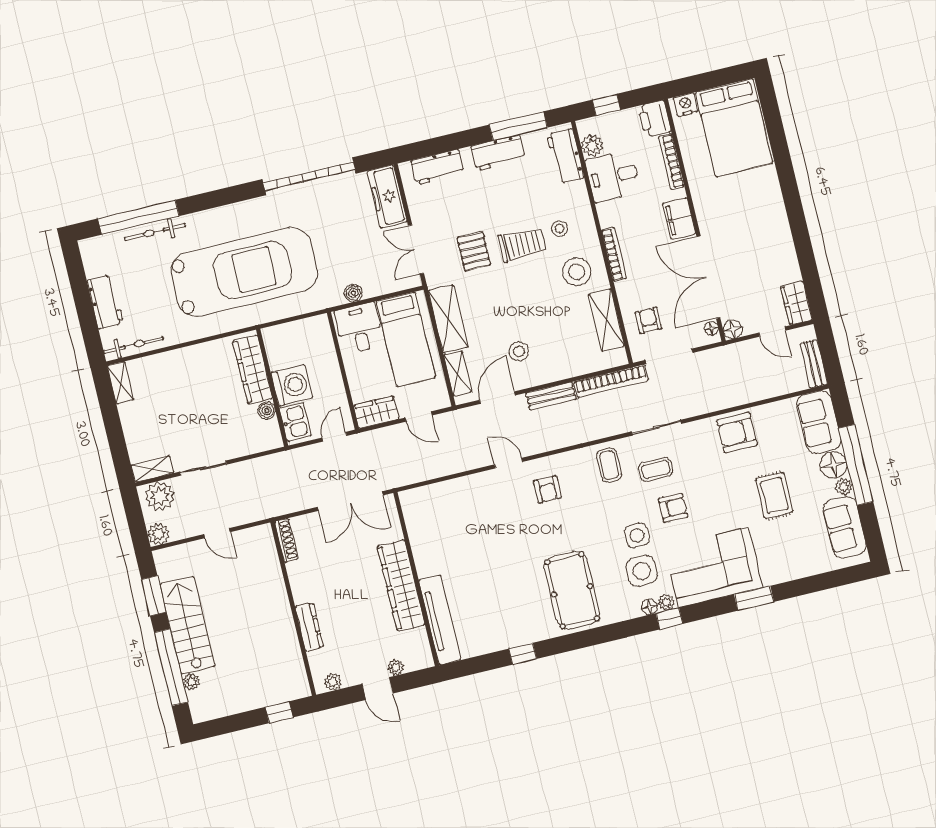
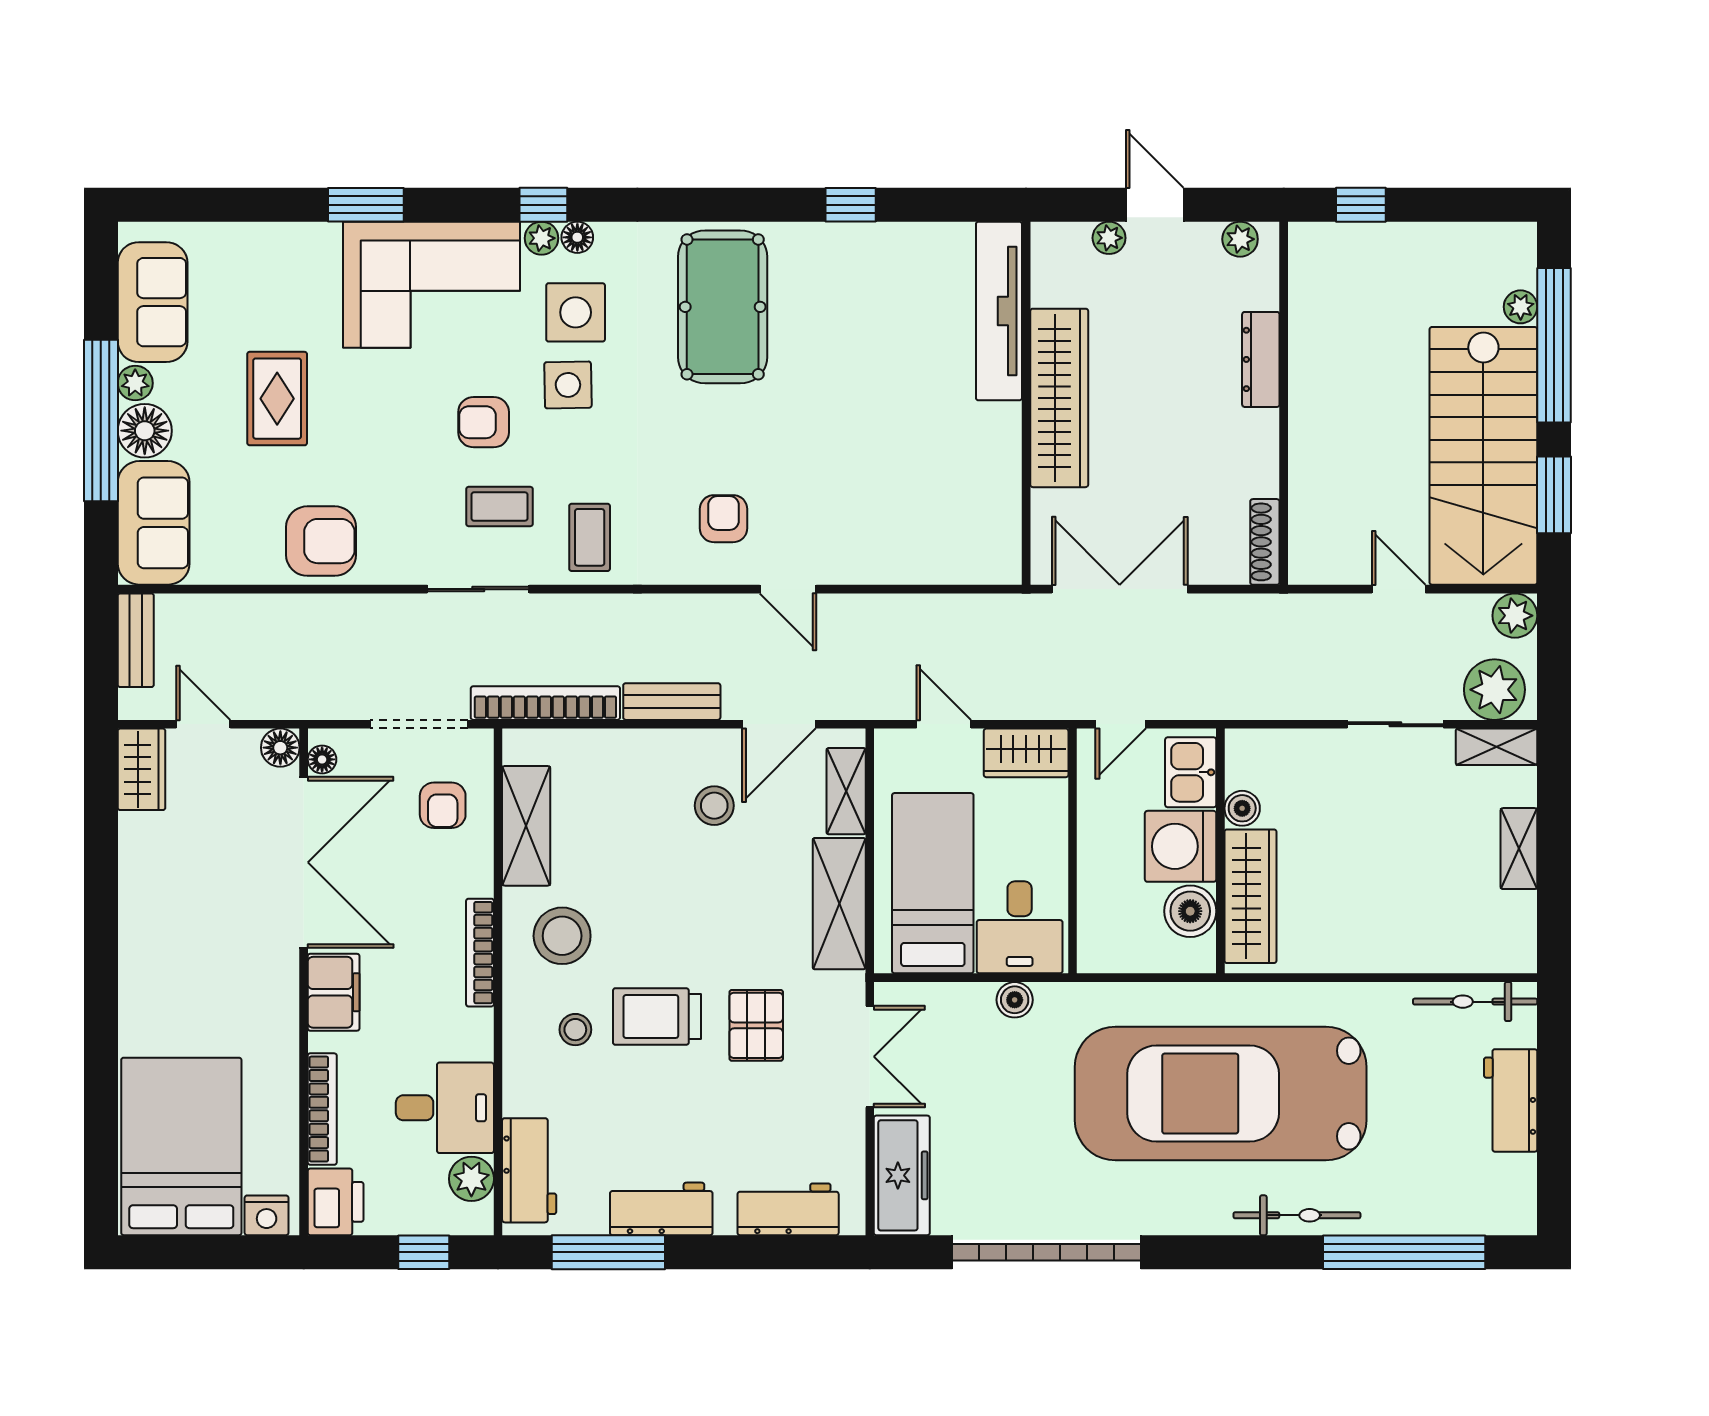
bicycle: (155, 232) -> (1297, 1215), moved
boiler: (280, 355) -> (1190, 911), added
shelving: (120, 383) -> (1519, 849), moved
stairs: (187, 625) -> (1483, 456), width x1.36, depth x1.51

